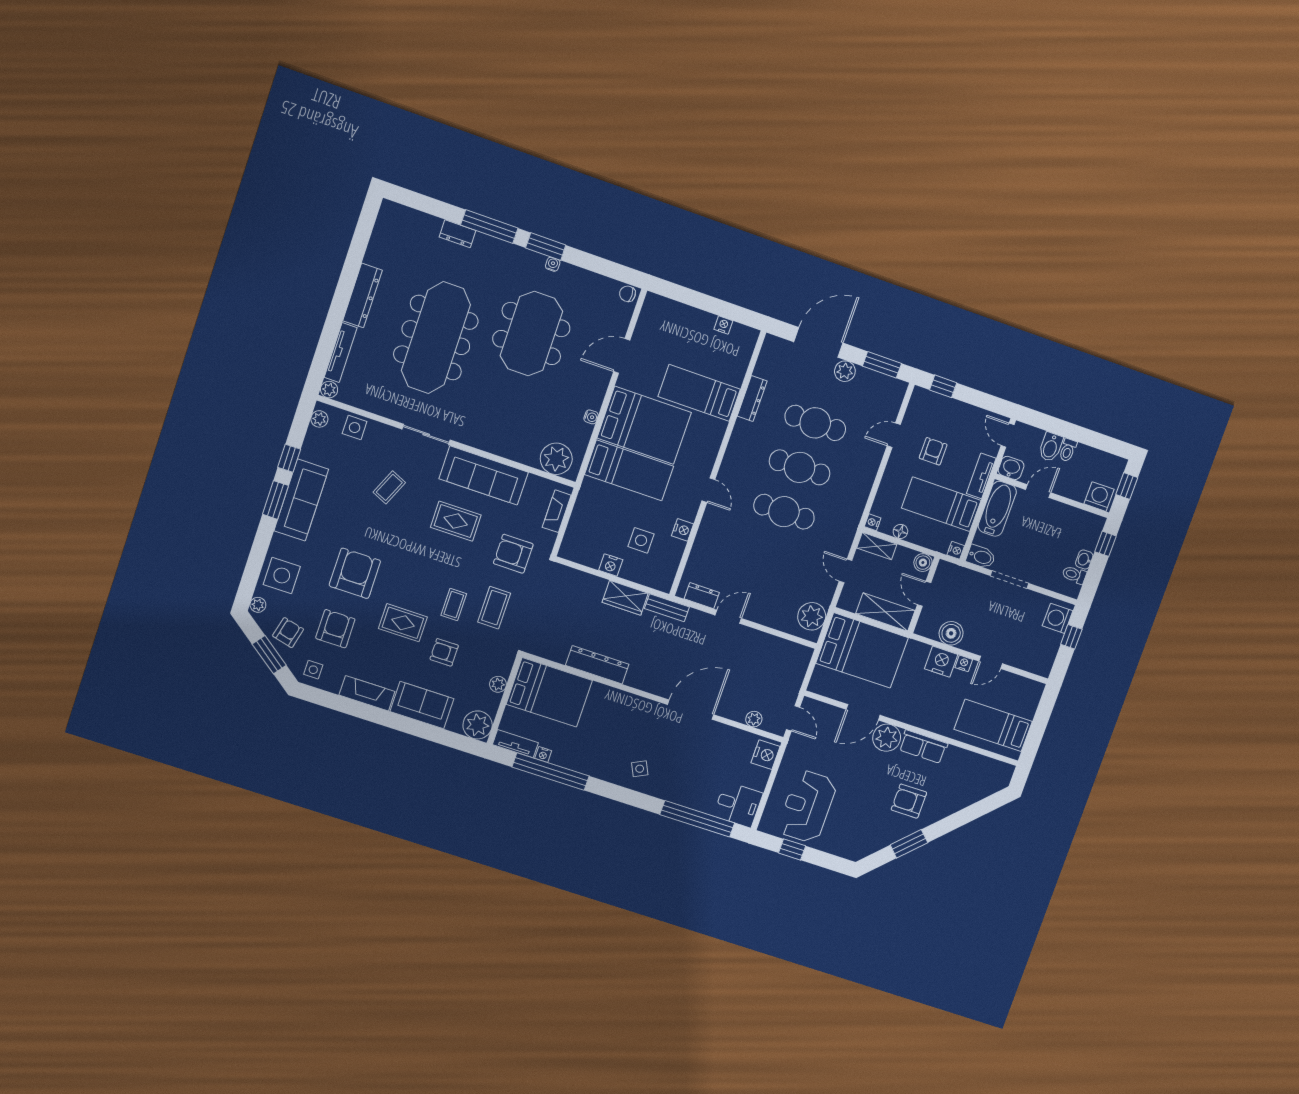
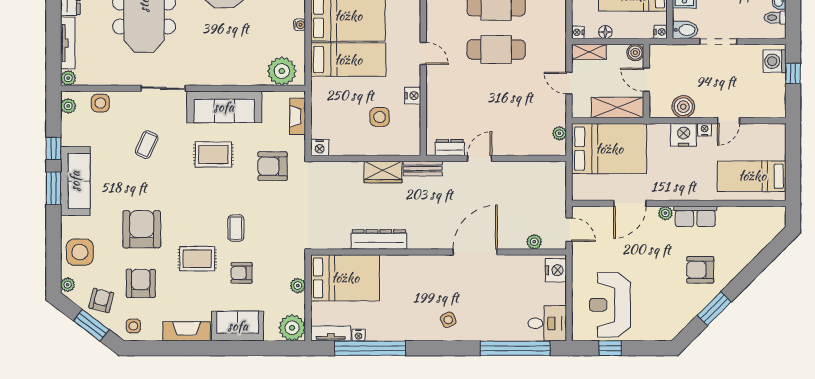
nightstand: (611, 565) -> (320, 147), moved
coffee table: (494, 608) -> (272, 219), removed
plant: (812, 616) -> (559, 133), width x0.53, depth x0.53
plant: (887, 738) -> (665, 213), width x0.53, depth x0.53

